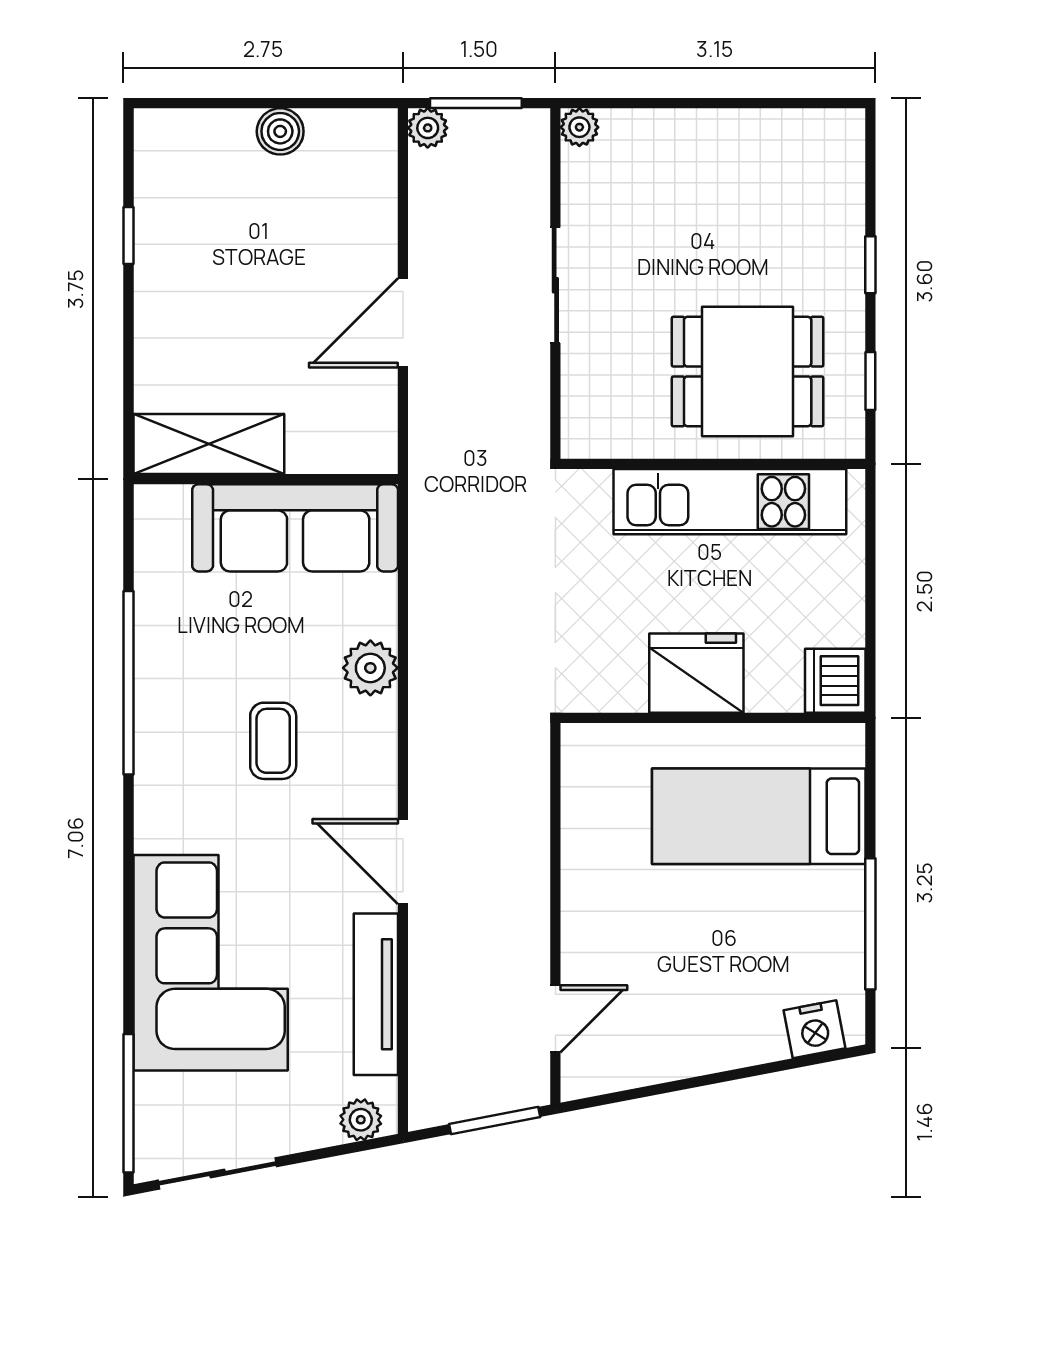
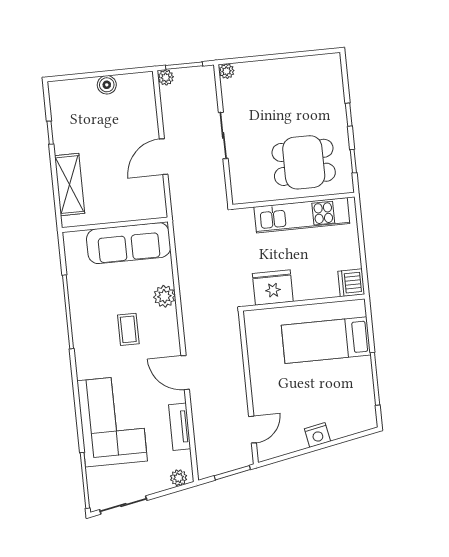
shelving: (209, 444) -> (70, 185), moved, turned 90
fridge: (696, 673) -> (273, 288), moved
tv unit: (376, 994) -> (180, 427), width x0.71
nightstand: (814, 1029) -> (317, 435), moved

